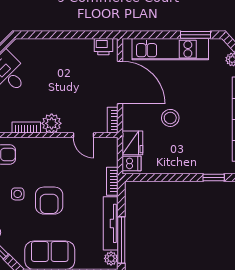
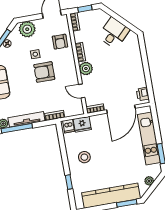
stool: (170, 118) -> (84, 157), moved
door: (83, 135) -> (82, 91), hinge flipped
armchair: (49, 201) -> (44, 72), moved

